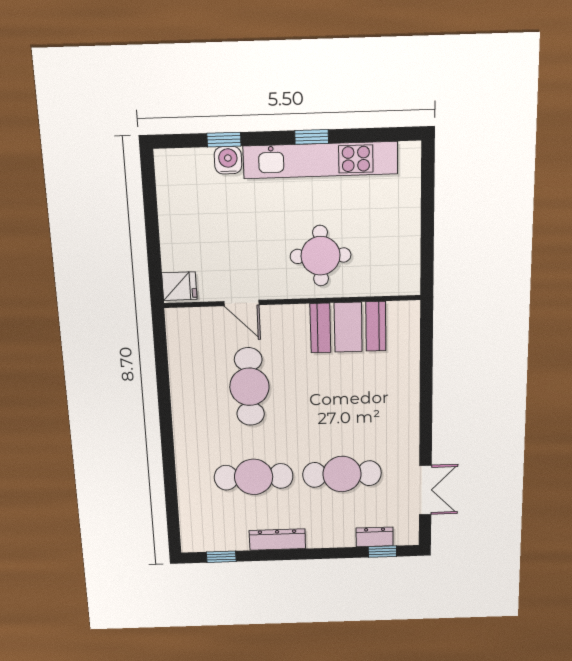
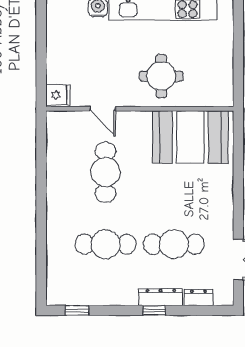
booth: (348, 327) -> (190, 137), width x1.36, depth x1.42
dresser: (277, 540) -> (161, 297), moved
window: (382, 552) -> (154, 310), moved

